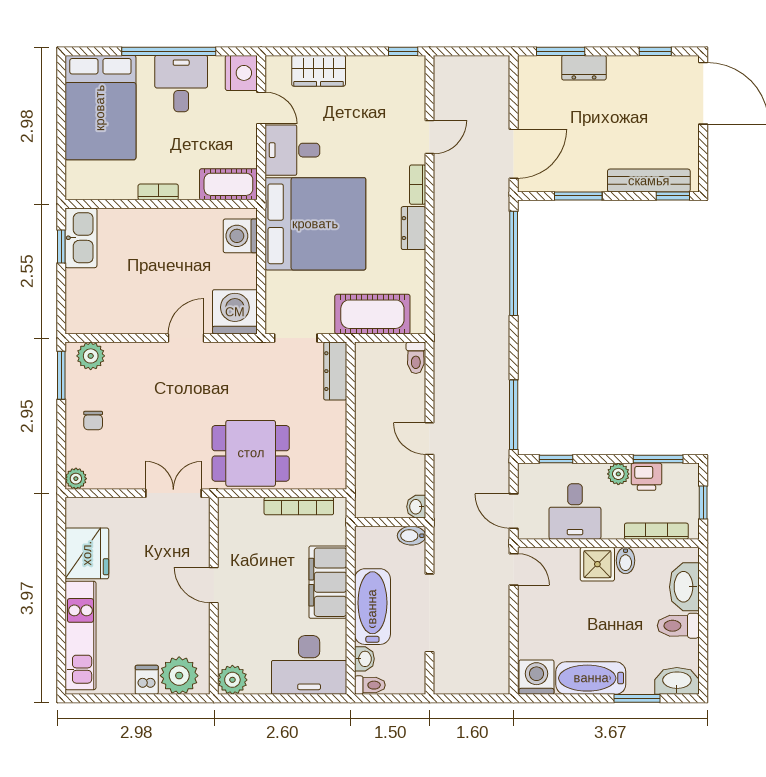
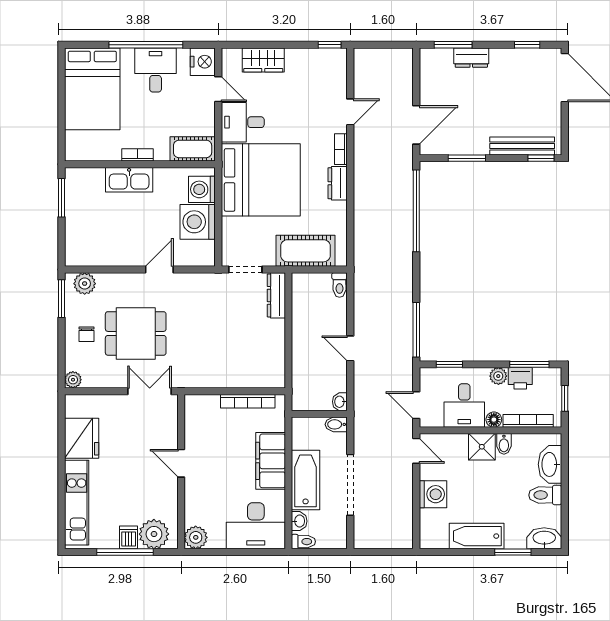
kitchen sink: (81, 238) -> (129, 180), moved, turned 90
window: (61, 246) -> (62, 198), width x1.50
washing machine: (235, 312) -> (198, 222), moved, turned -90
dining table: (251, 453) -> (136, 333), moved
floor lamp: (613, 529) -> (494, 420), added
washing machine: (536, 677) -> (433, 494), moved, turned 90
window: (142, 698) -> (125, 552), added

